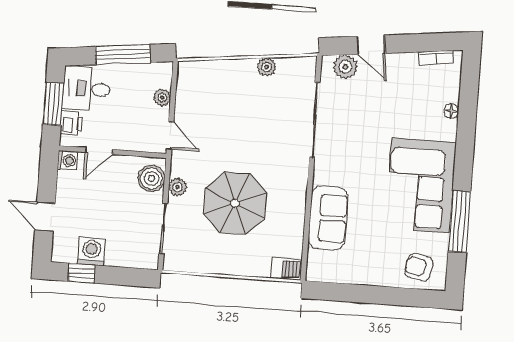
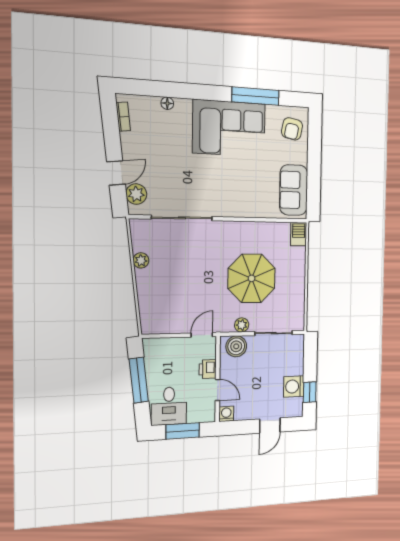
plant: (162, 98) -> (172, 344), removed
printer: (71, 123) -> (208, 369), moved, turned -90
sofa: (328, 218) -> (294, 190), moved, turned -90

